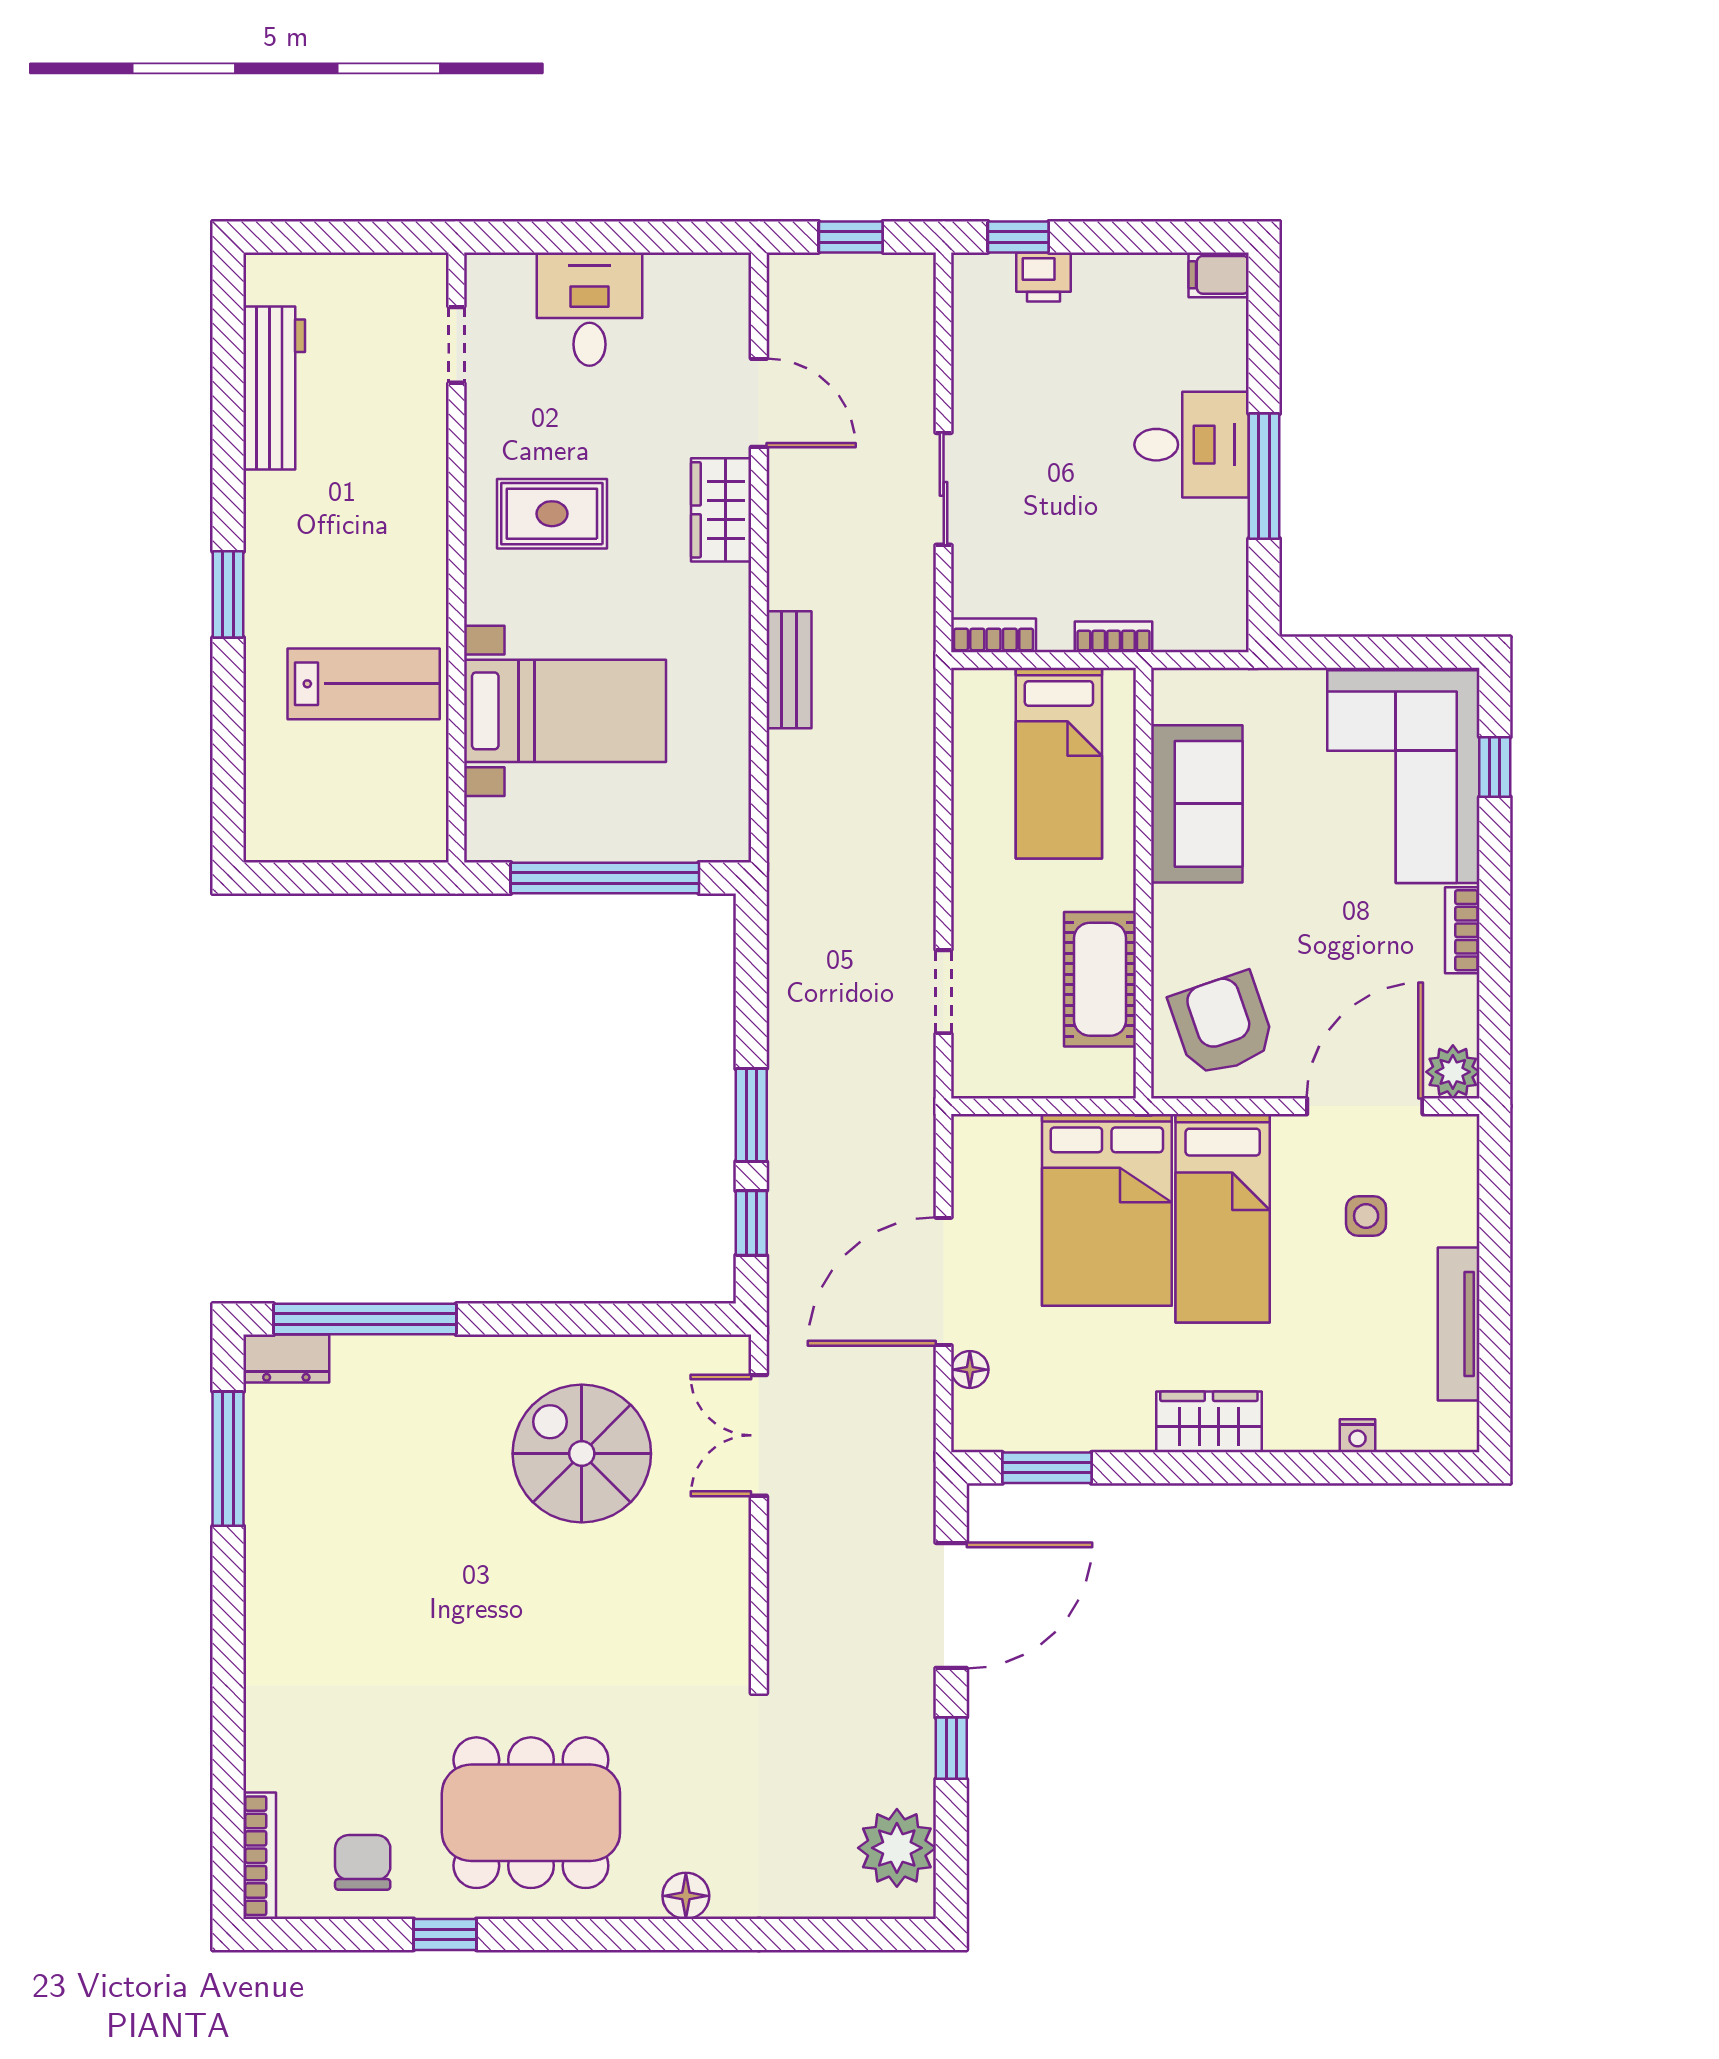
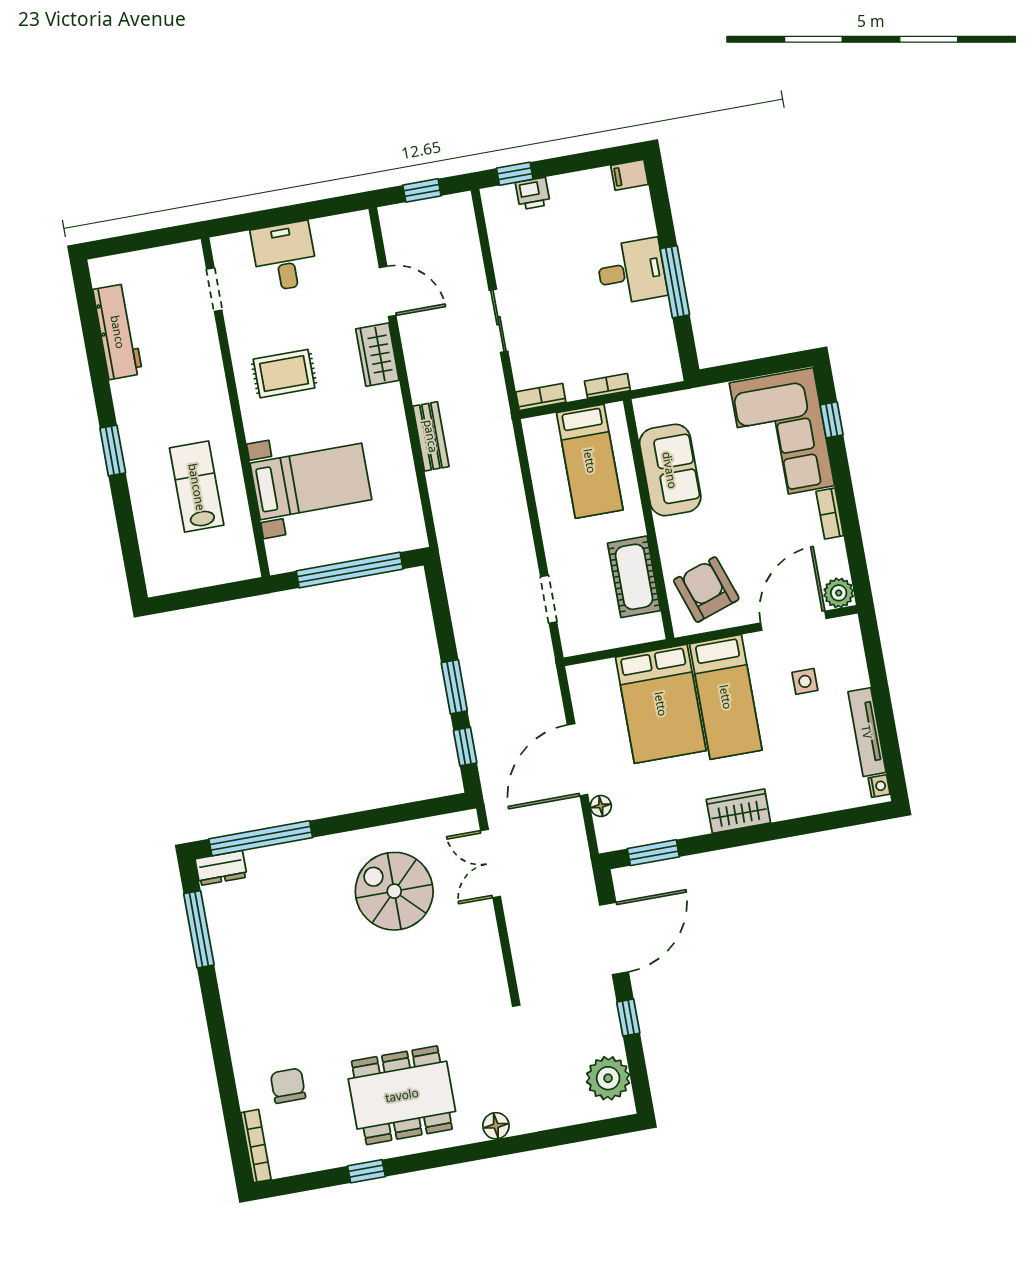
lab bench: (364, 684) -> (197, 487), turned -90
nightstand: (1358, 1436) -> (879, 786), moved, turned -90
chair: (363, 1862) -> (288, 1086), moved

